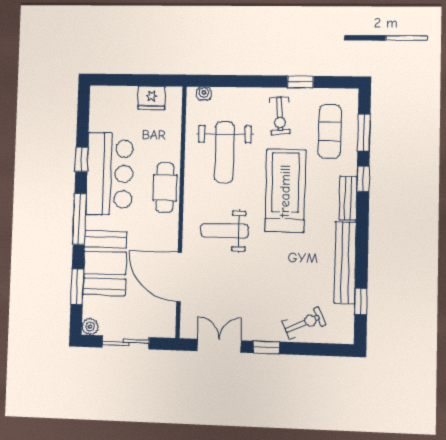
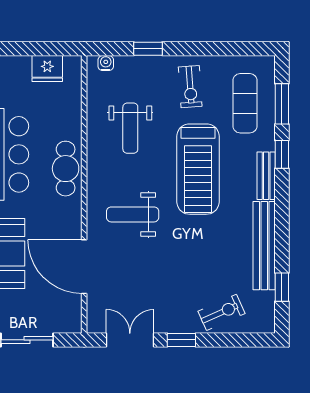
window: (300, 82) -> (148, 49), moved
weight bench: (224, 152) -> (130, 128), width x0.73, depth x0.75
treadmill: (285, 191) -> (198, 169), turned 180

